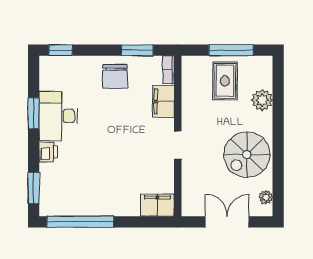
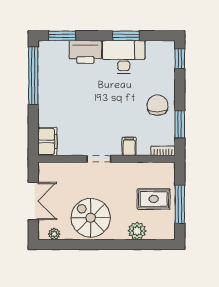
chair: (115, 76) -> (157, 105), turned 90
filing cabinet: (163, 101) -> (129, 146), width x0.50
printer: (48, 152) -> (85, 52), width x1.87, depth x1.48

